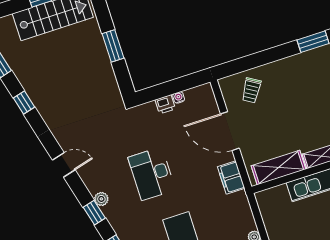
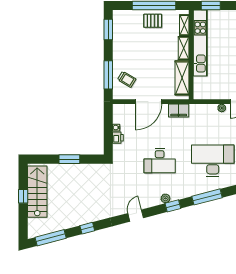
window: (249, 62) -> (108, 75), added

